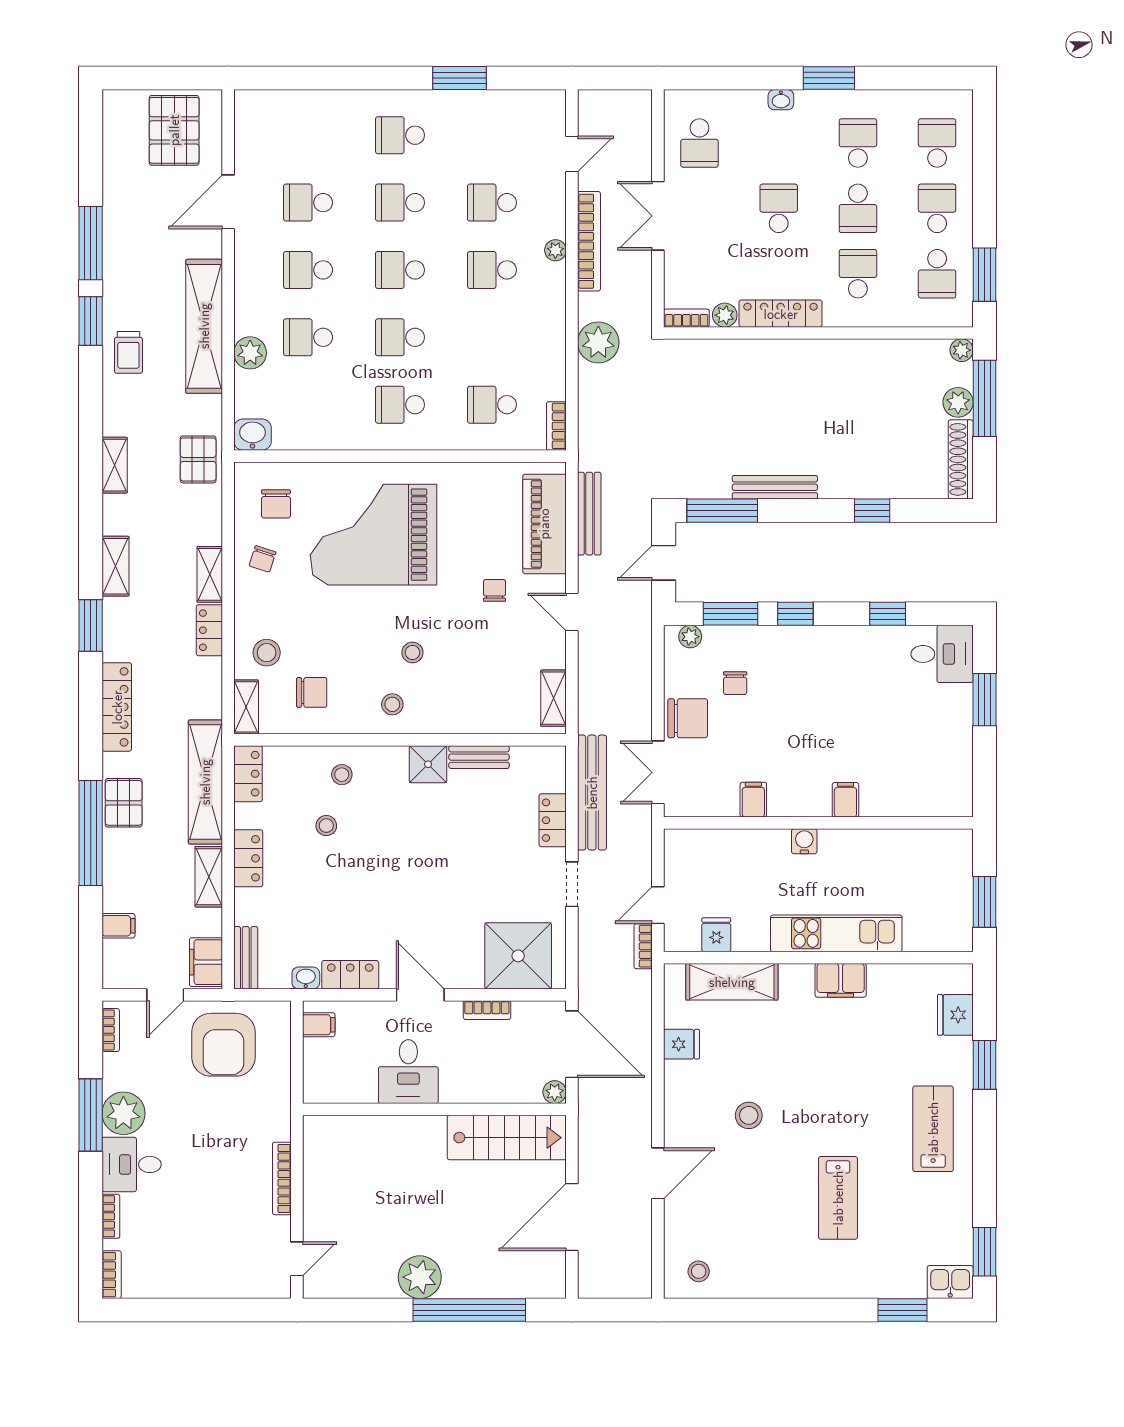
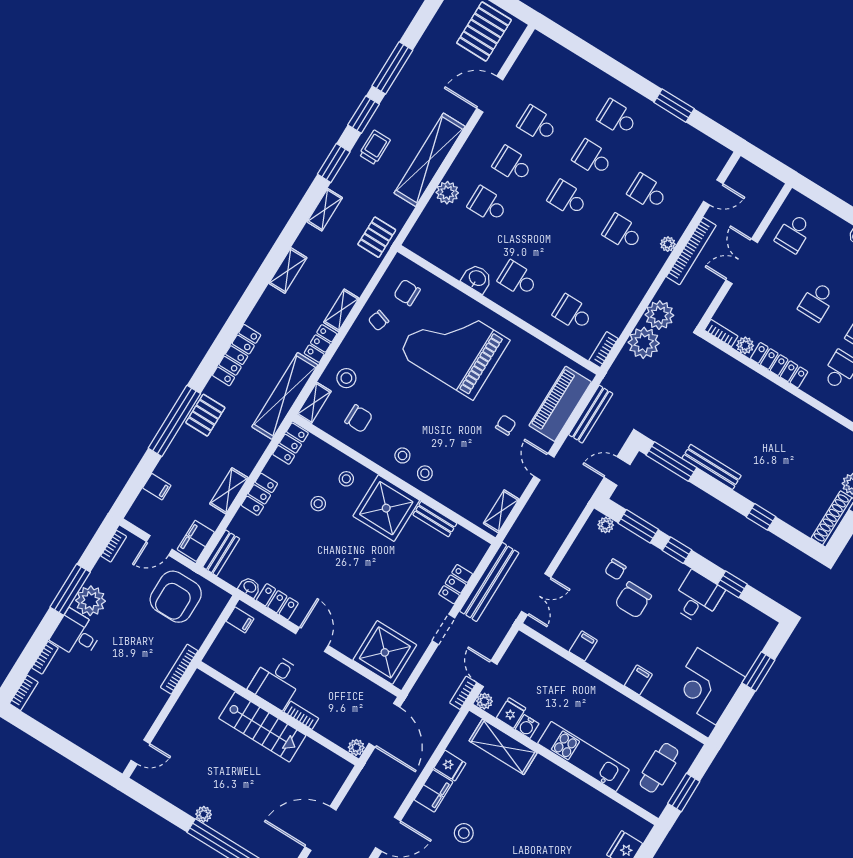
school desk: (779, 208) -> (817, 301), turned 180
school desk: (400, 337) -> (543, 239), removed
trolley: (128, 352) -> (375, 147), turned 180
plant: (600, 388) -> (644, 343), added
washbasin: (253, 435) -> (477, 279), moved
chair: (276, 504) -> (407, 293), turned 90
window: (91, 626) -> (334, 163), moved
stool: (412, 652) -> (425, 473), moved
desk: (942, 654) -> (697, 598), moved, turned -90
chair: (688, 718) -> (633, 600), moved, turned 90
corner desk: (933, 756) -> (707, 686), added
shower: (428, 764) -> (386, 508), width x1.86, depth x1.86
double door: (658, 772) -> (536, 594), swing flipped
shelving: (205, 782) -> (285, 396), moved
water cooler: (804, 841) -> (527, 727), moved, turned 180
cafe table: (936, 891) -> (659, 768), added
door: (658, 905) -> (487, 674), hinge flipped
plant: (675, 940) -> (484, 701), added
filing cabinet: (841, 980) -> (434, 791), moved, turned -90
bookcase: (487, 1010) -> (301, 715), moved, turned 180
stairs: (507, 1138) -> (262, 727), moved
bookcase: (282, 1178) -> (179, 669), moved
plant: (420, 1277) -> (204, 814), width x0.53, depth x0.53

